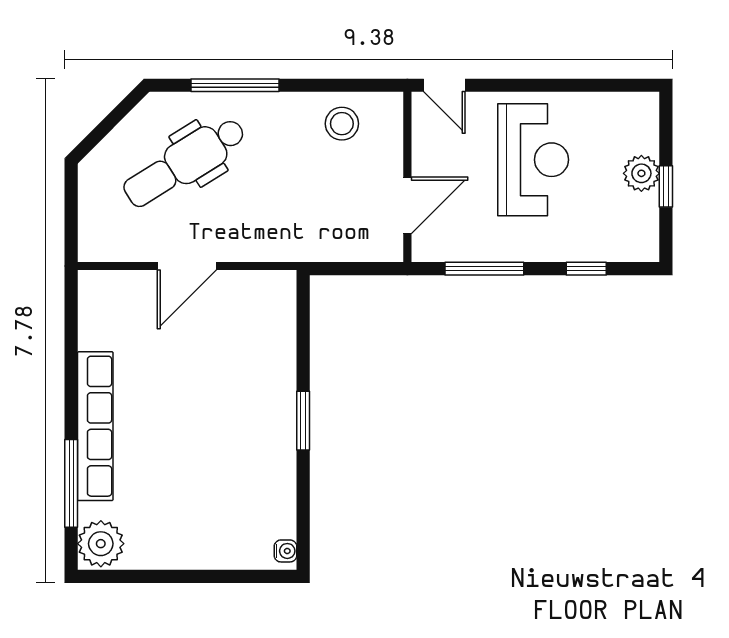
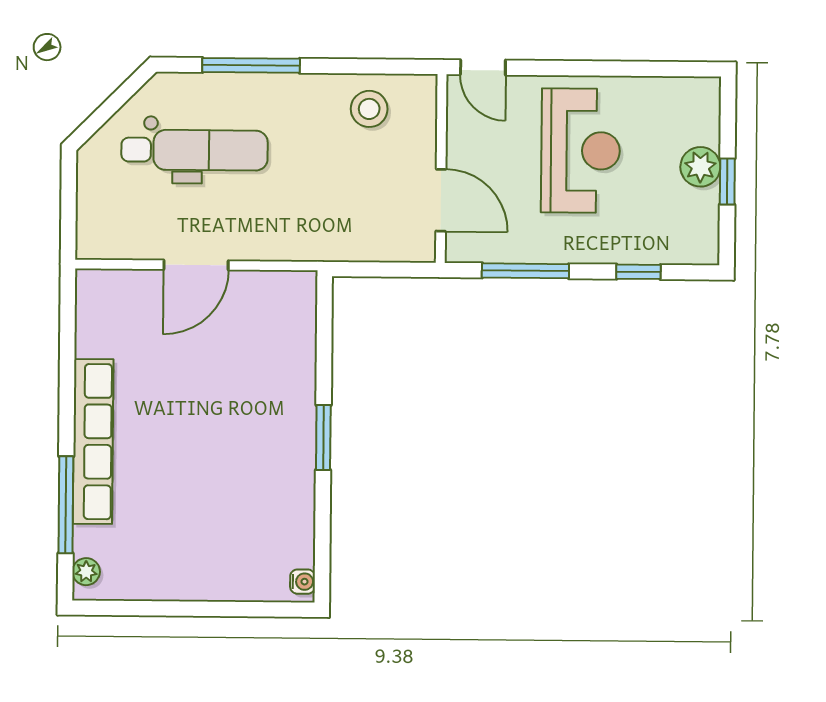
dental chair: (185, 162) -> (195, 150), turned -148
door: (407, 205) -> (441, 200), hinge flipped
plant: (101, 544) -> (86, 572), width x0.53, depth x0.53

